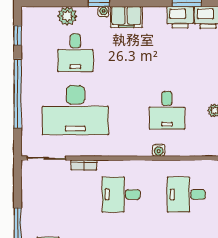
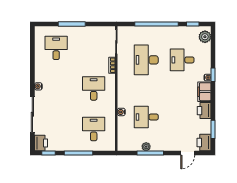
plant: (67, 16) -> (205, 37), moved
printer: (180, 17) -> (204, 111), moved
desk: (75, 110) -> (146, 60), width x0.73, depth x0.77

